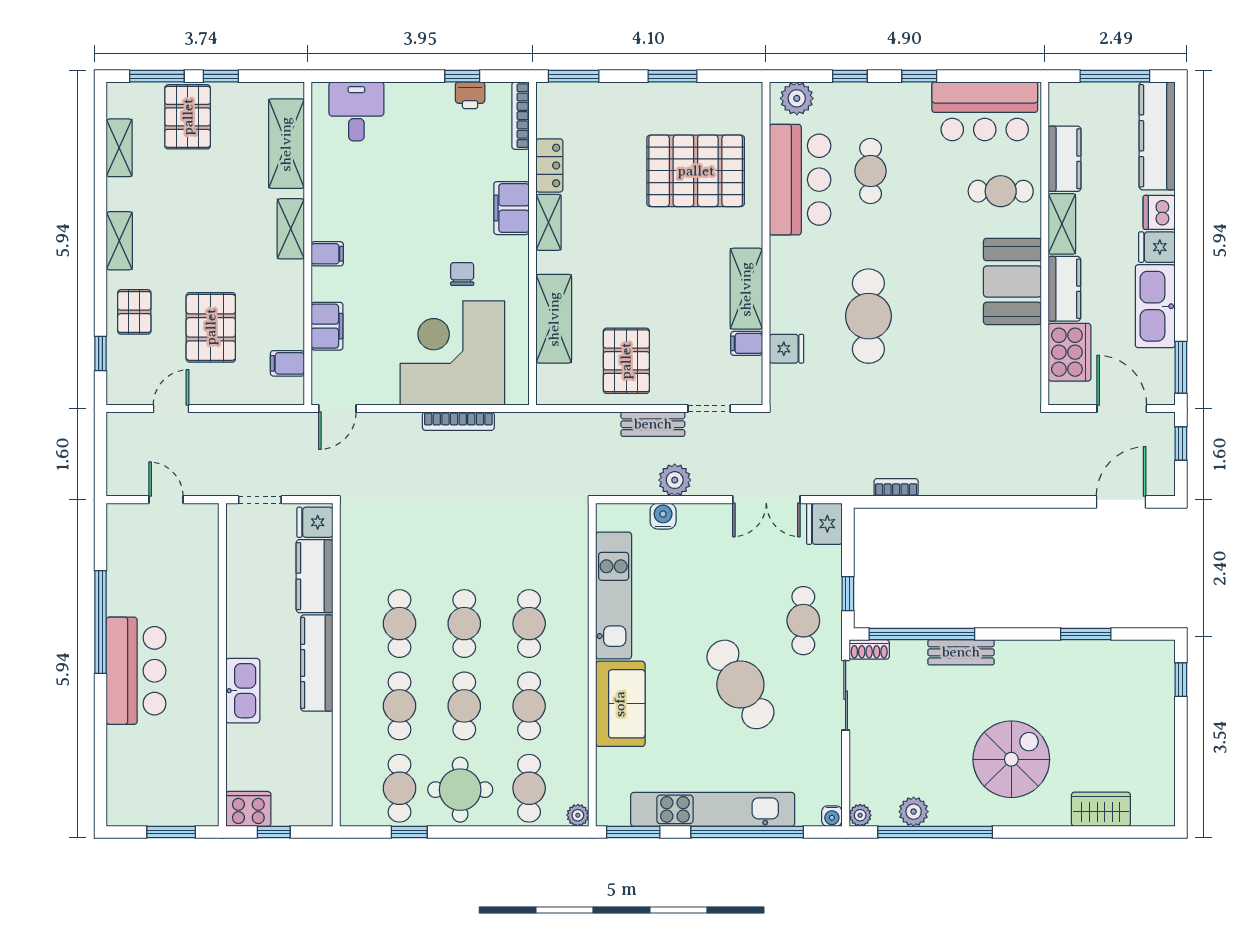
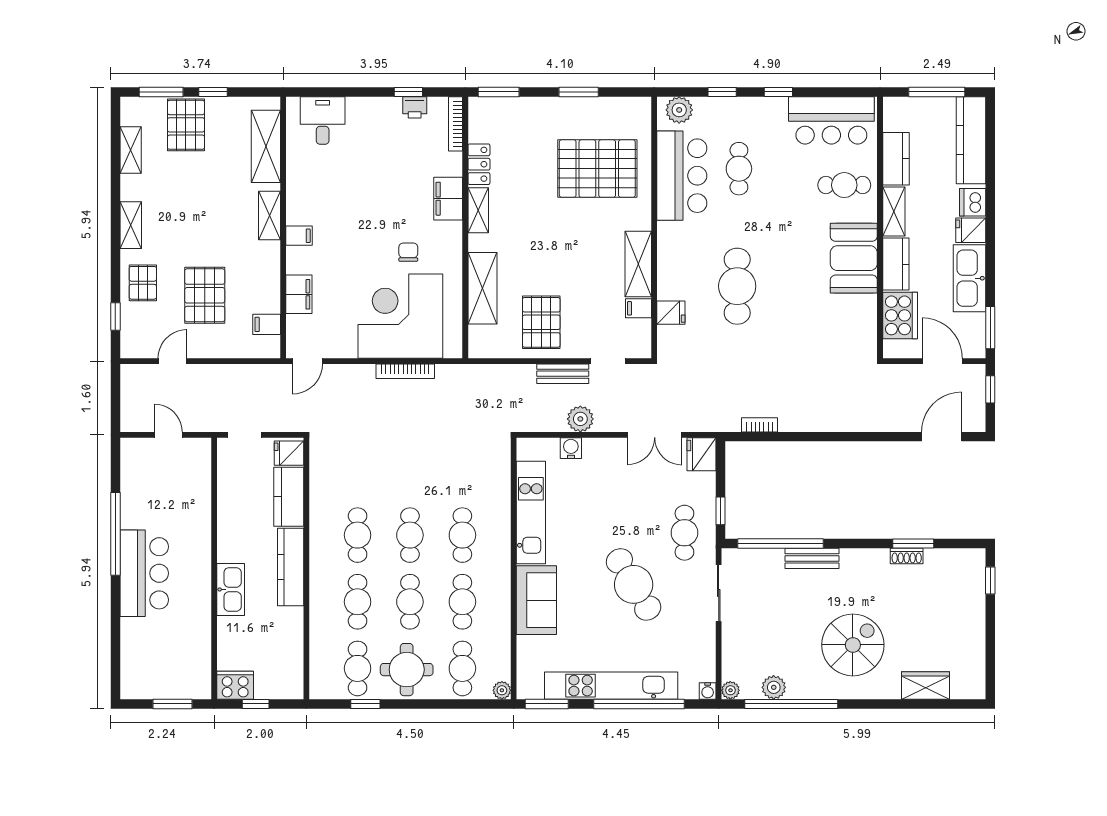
shoe rack: (869, 649) -> (907, 556), moved

